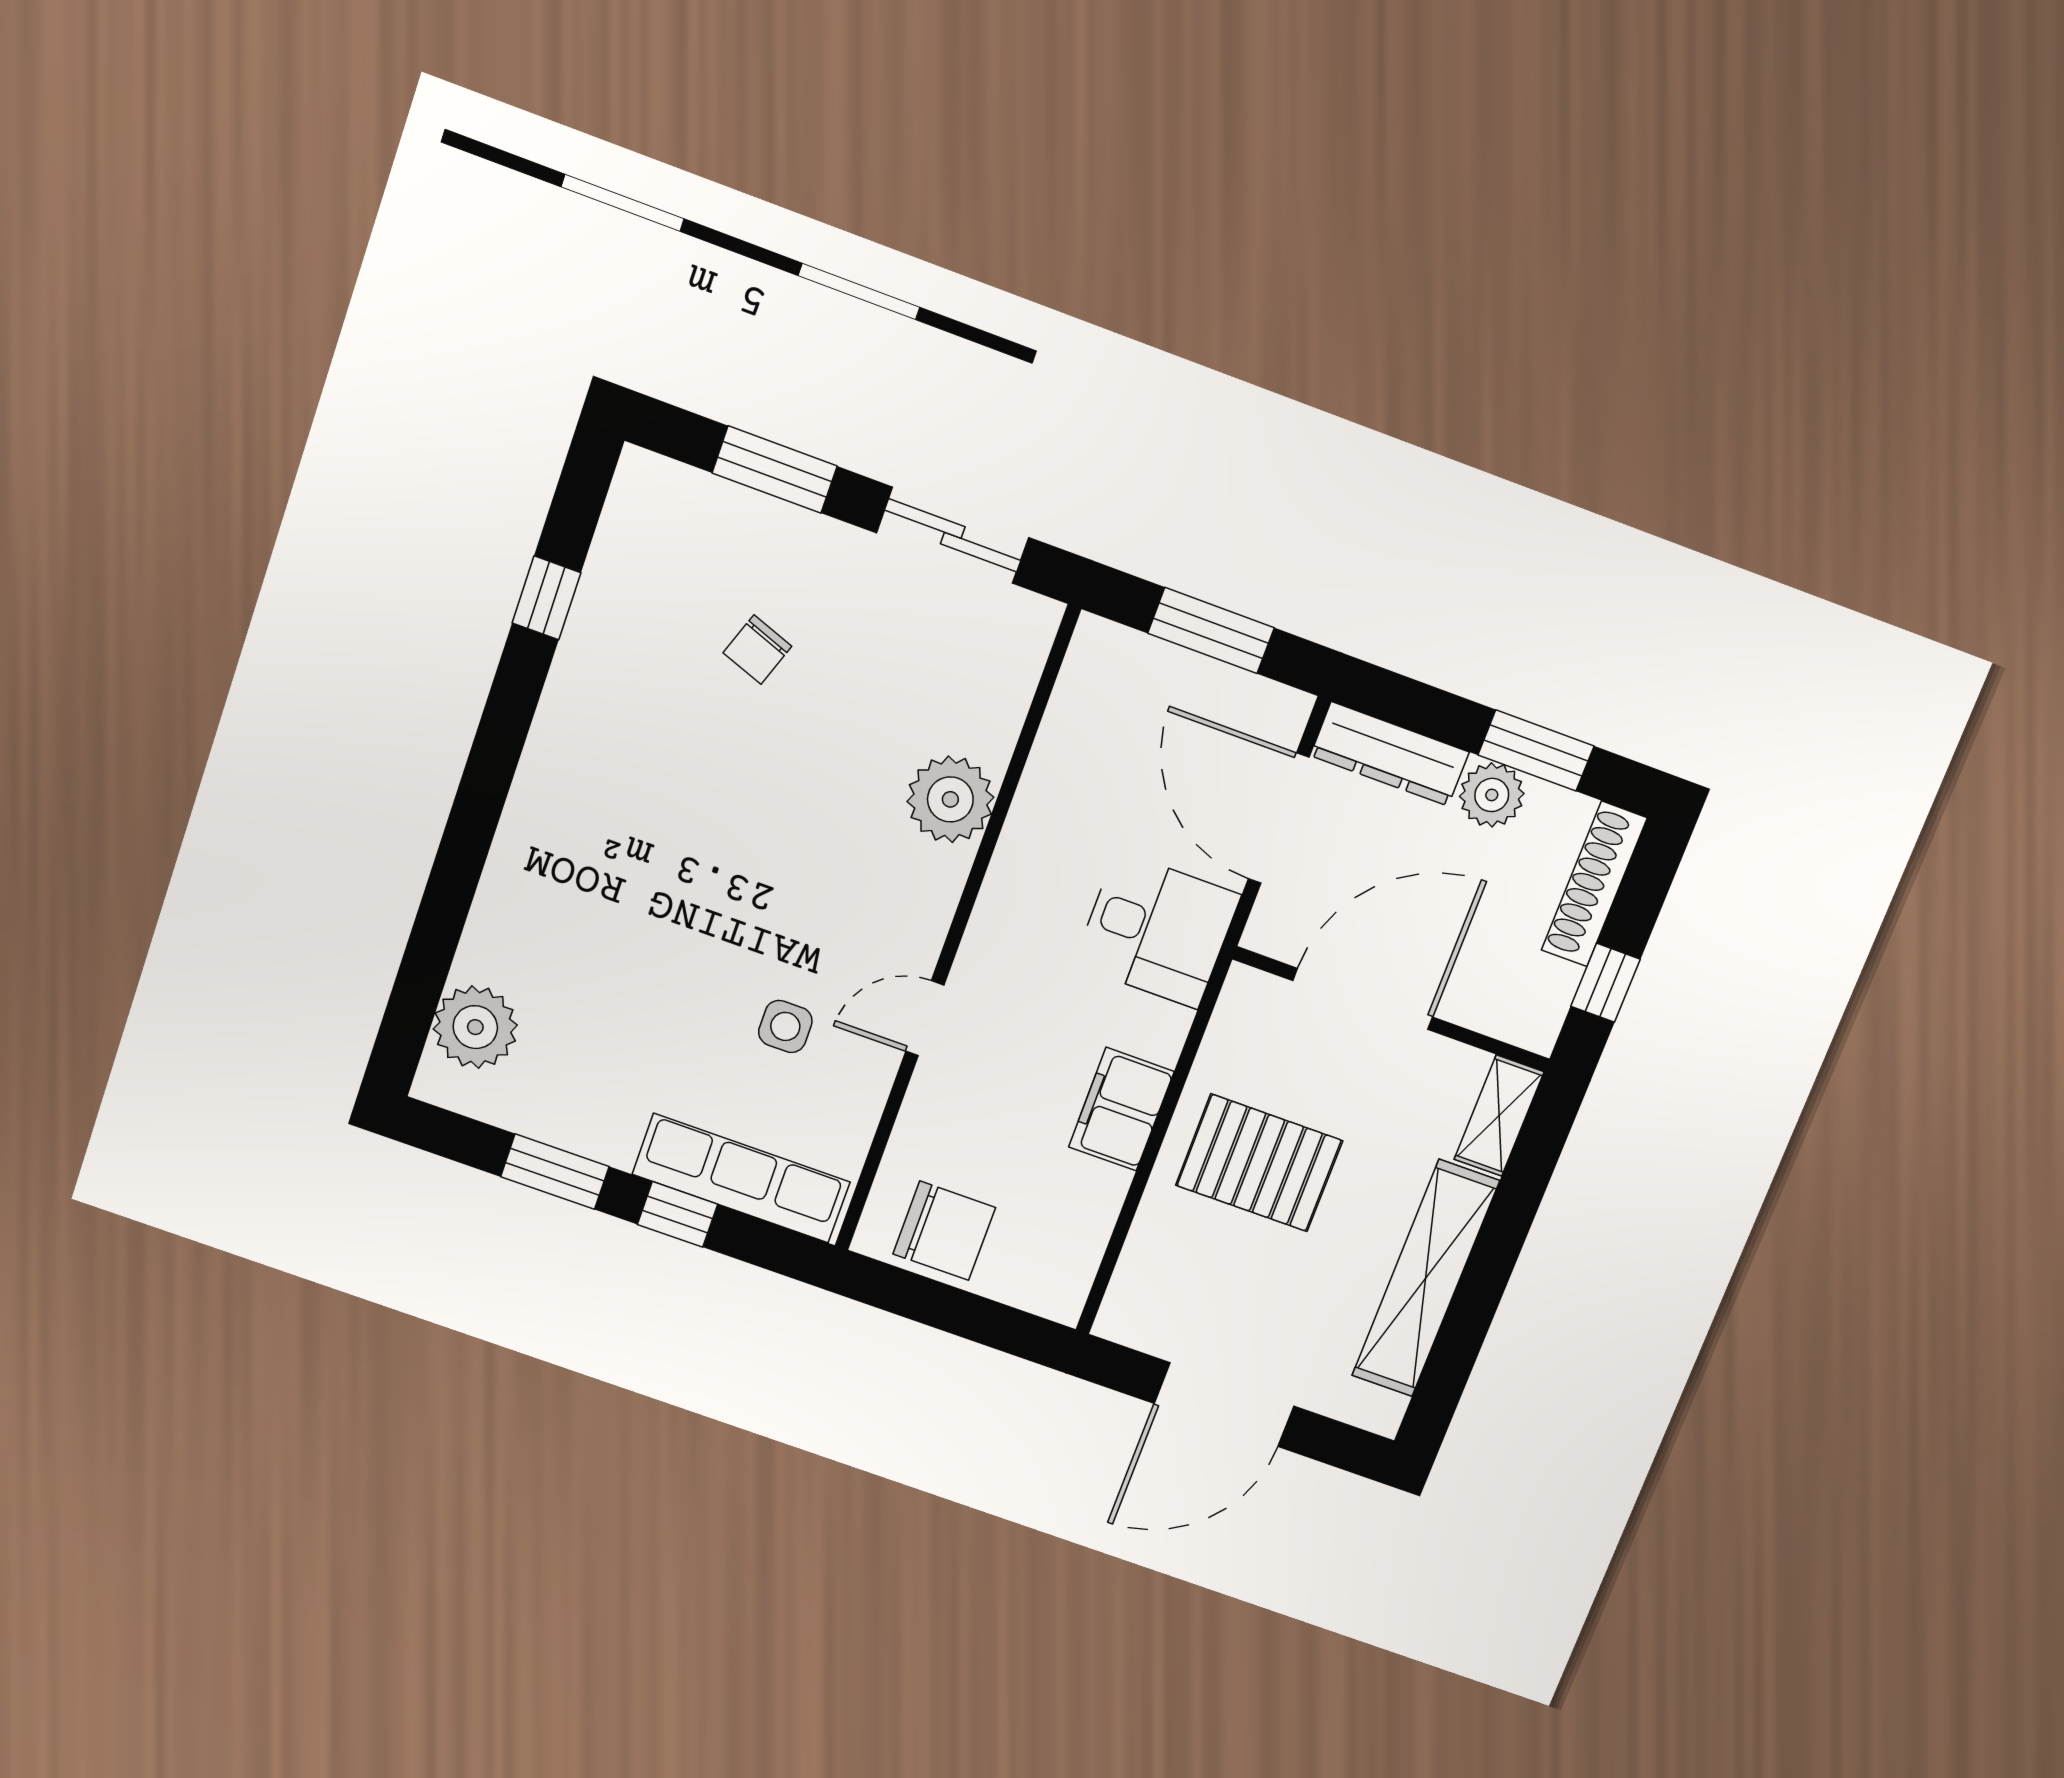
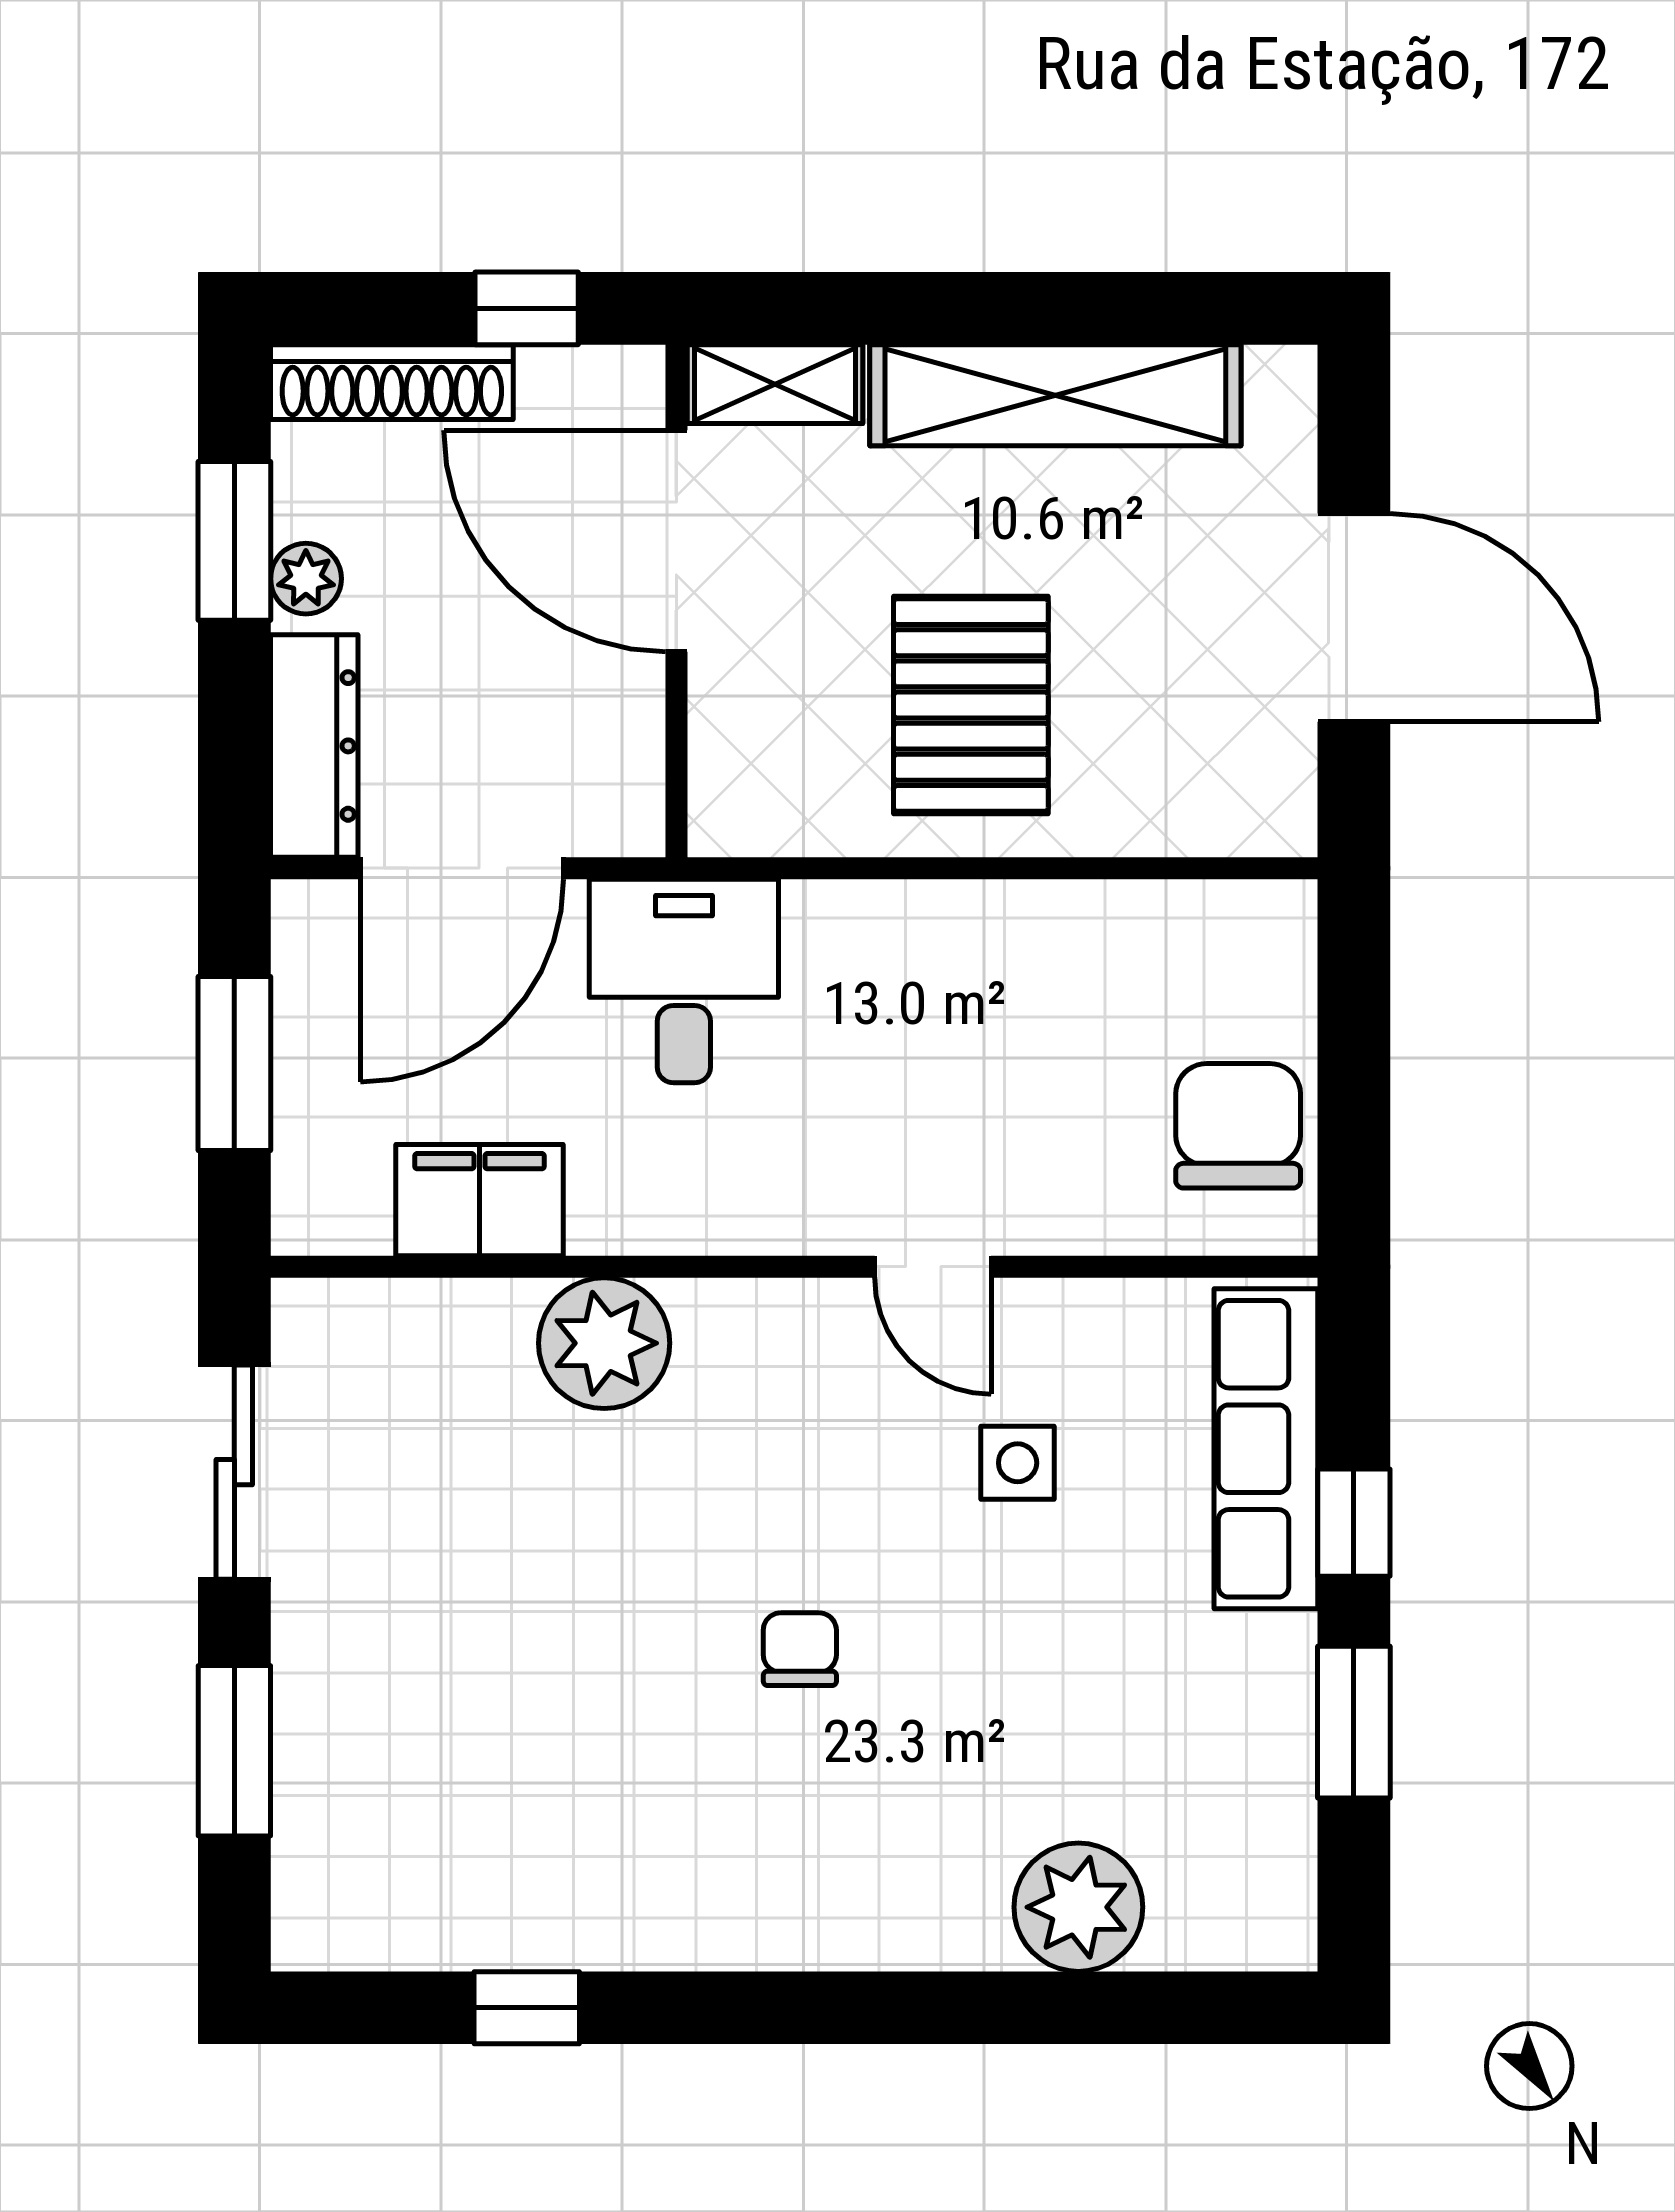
chair: (757, 650) -> (800, 1649), moved, turned -110
plant: (1492, 795) -> (306, 579), width x0.73, depth x0.73
door: (1363, 999) -> (676, 541), moved
plant: (475, 1027) -> (1078, 1907), moved
filing cabinet: (1121, 1109) -> (479, 1200), moved, turned 180

